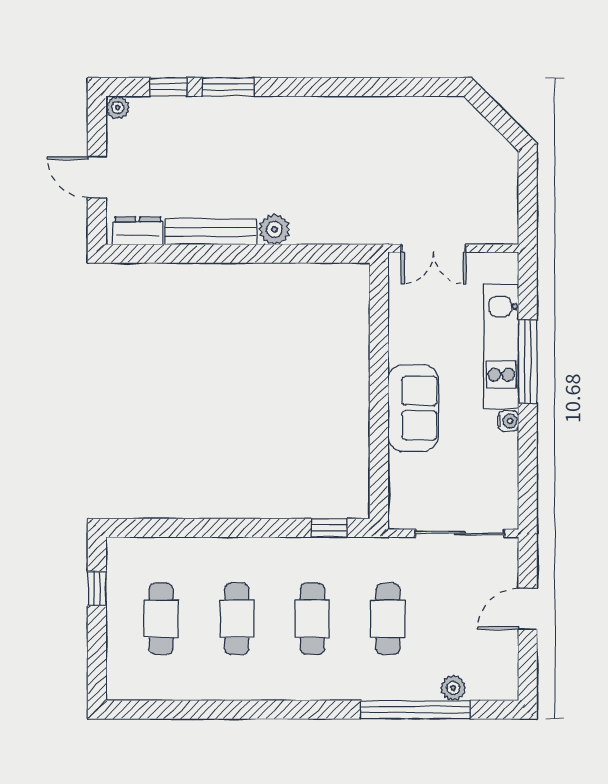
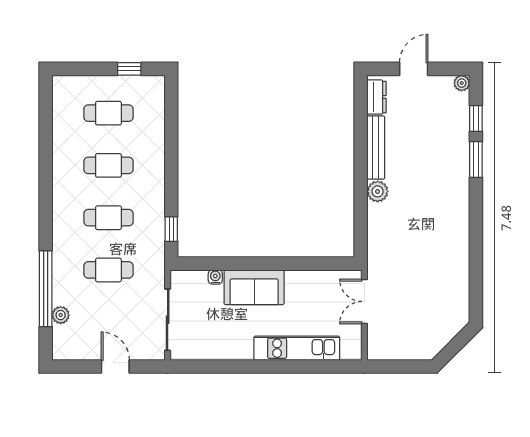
window: (528, 362) -> (286, 367), removed
water cooler: (508, 421) -> (215, 277), moved, turned 180

